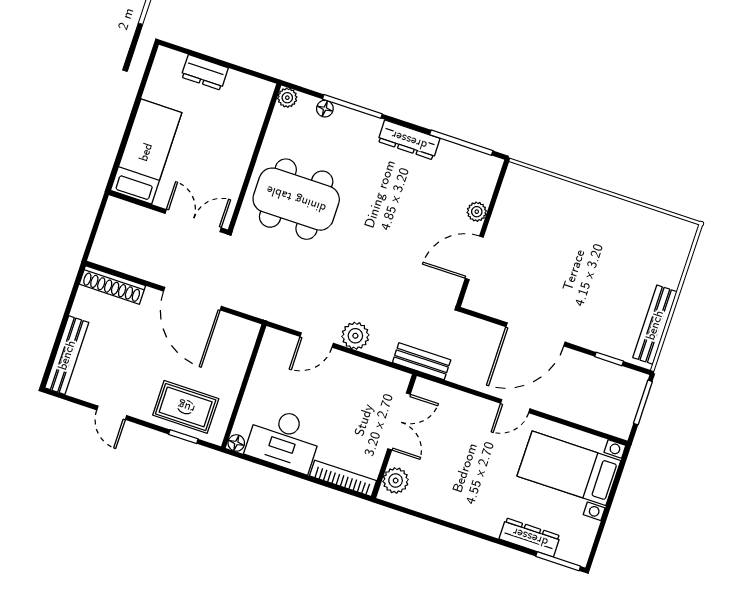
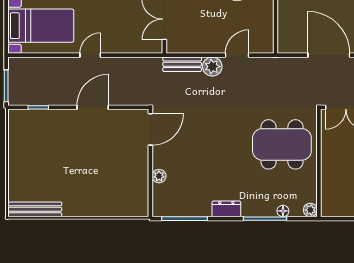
dresser: (409, 140) -> (226, 209), width x0.70
door: (474, 258) -> (150, 129), moved
bench: (655, 325) -> (35, 209), moved, turned 90
door: (536, 334) -> (93, 107), width x0.73
bench: (422, 361) -> (182, 64), moved

